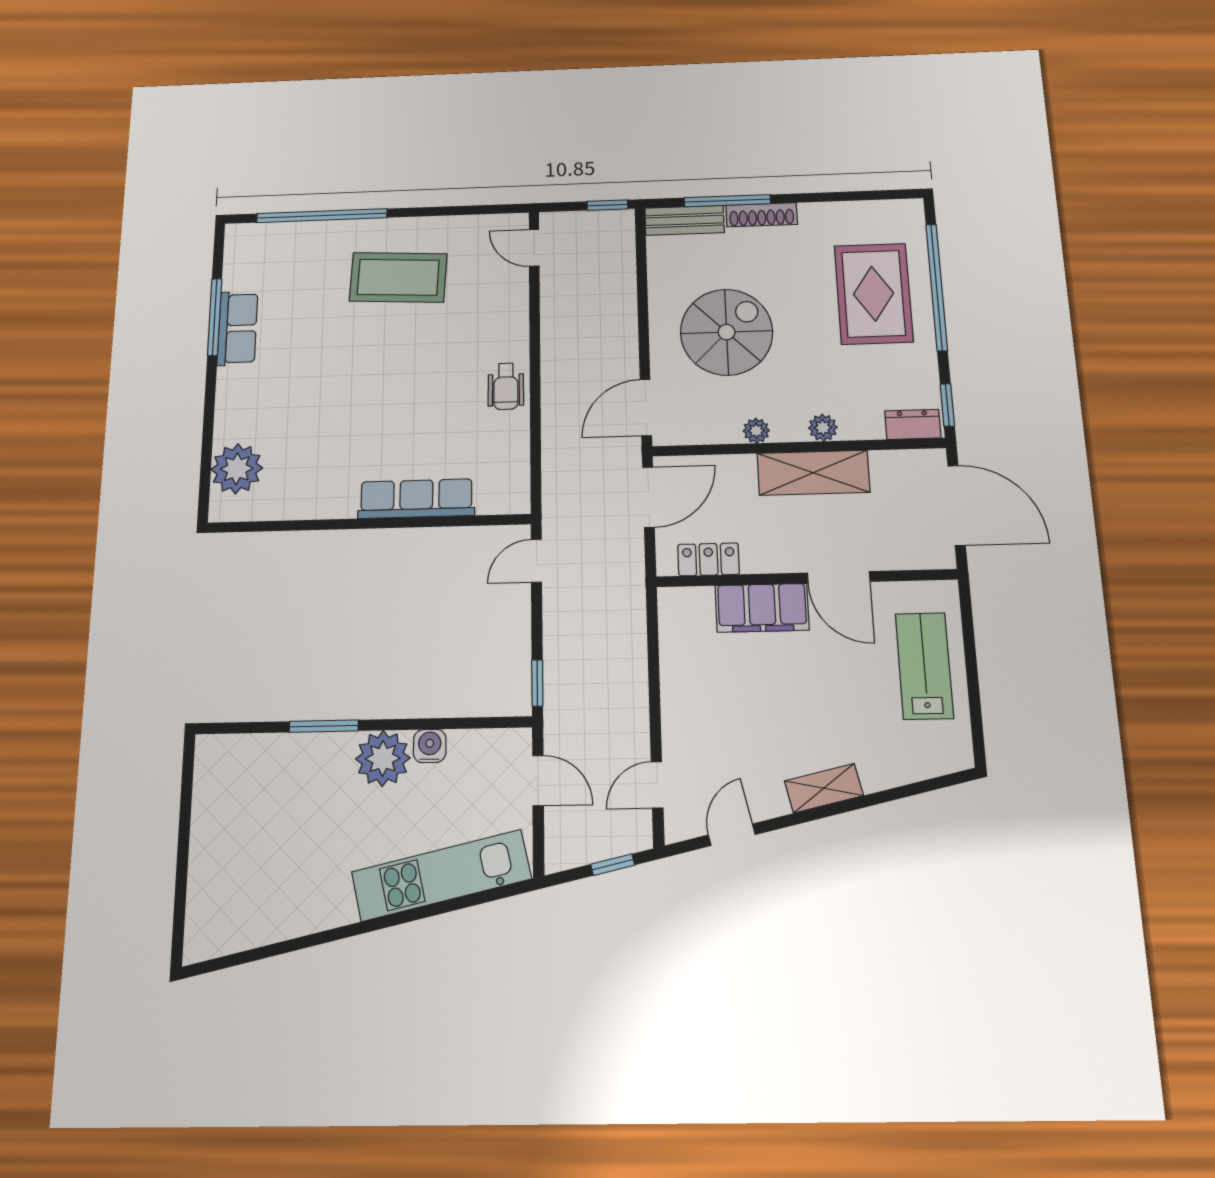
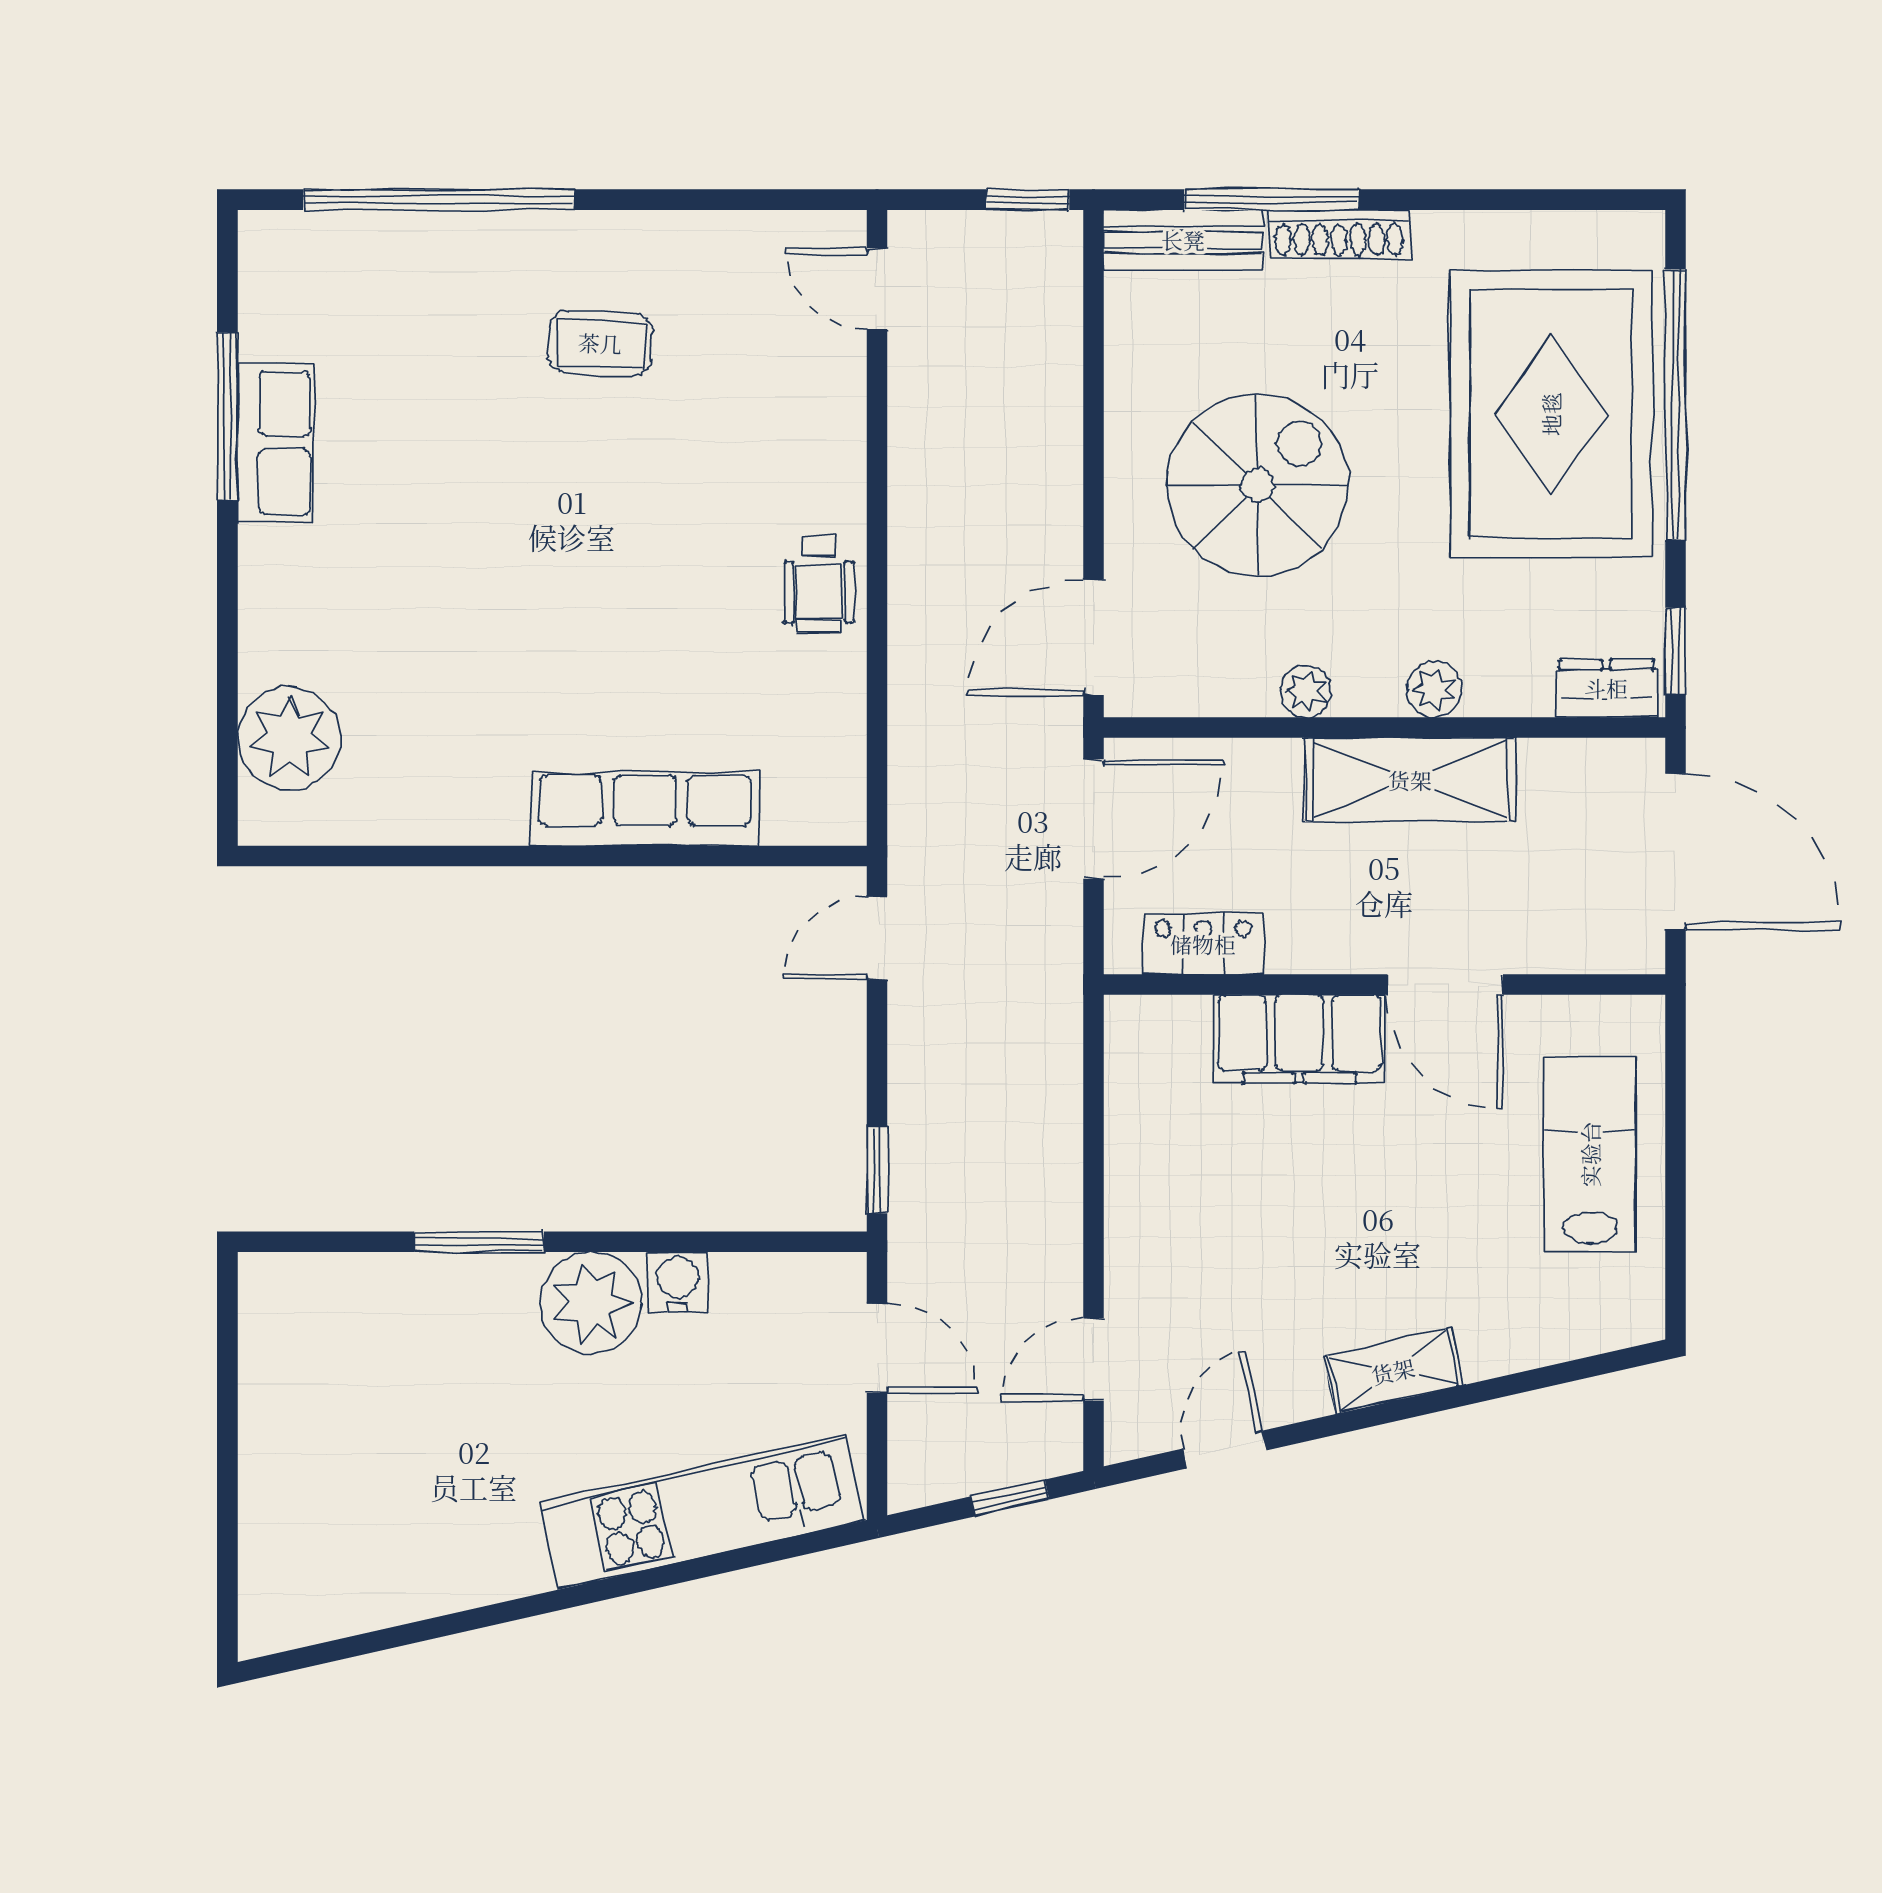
coffee table: (398, 277) -> (600, 343), width x0.54, depth x0.58
rug: (873, 294) -> (1551, 414), width x1.37, depth x1.44

